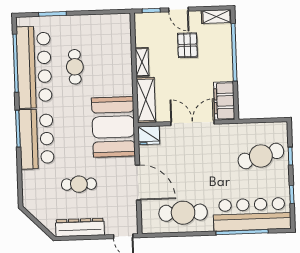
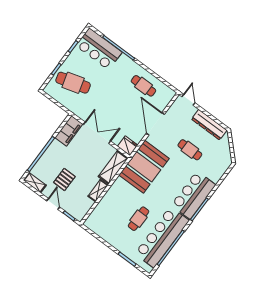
double door: (193, 123) -> (97, 133), swing flipped
cafe table: (183, 213) -> (143, 86), width x0.73, depth x0.74
bar counter: (252, 214) -> (99, 49), width x0.73

